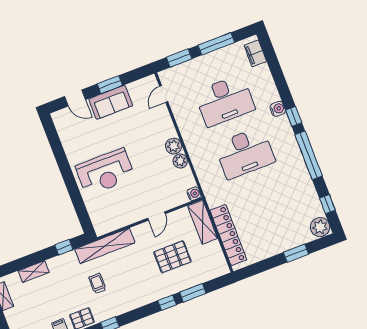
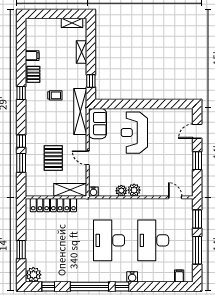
filing cabinet: (255, 53) -> (179, 276), width x0.50
sofa: (111, 102) -> (98, 124), moved, turned 180

